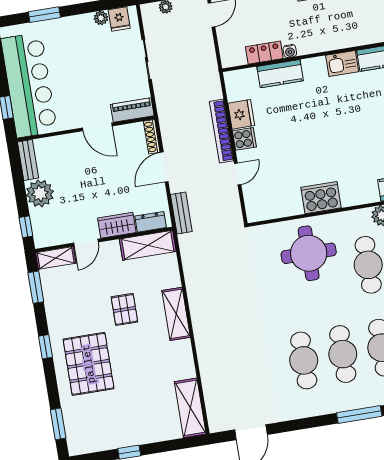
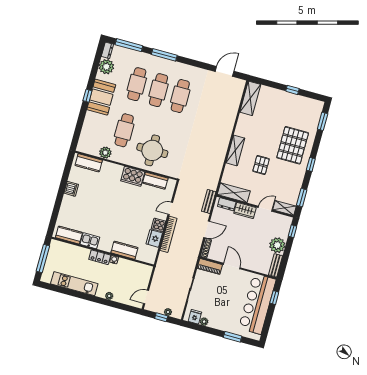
locker: (264, 53) -> (100, 257), moved
kitchen counter: (282, 207) -> (155, 181), added

